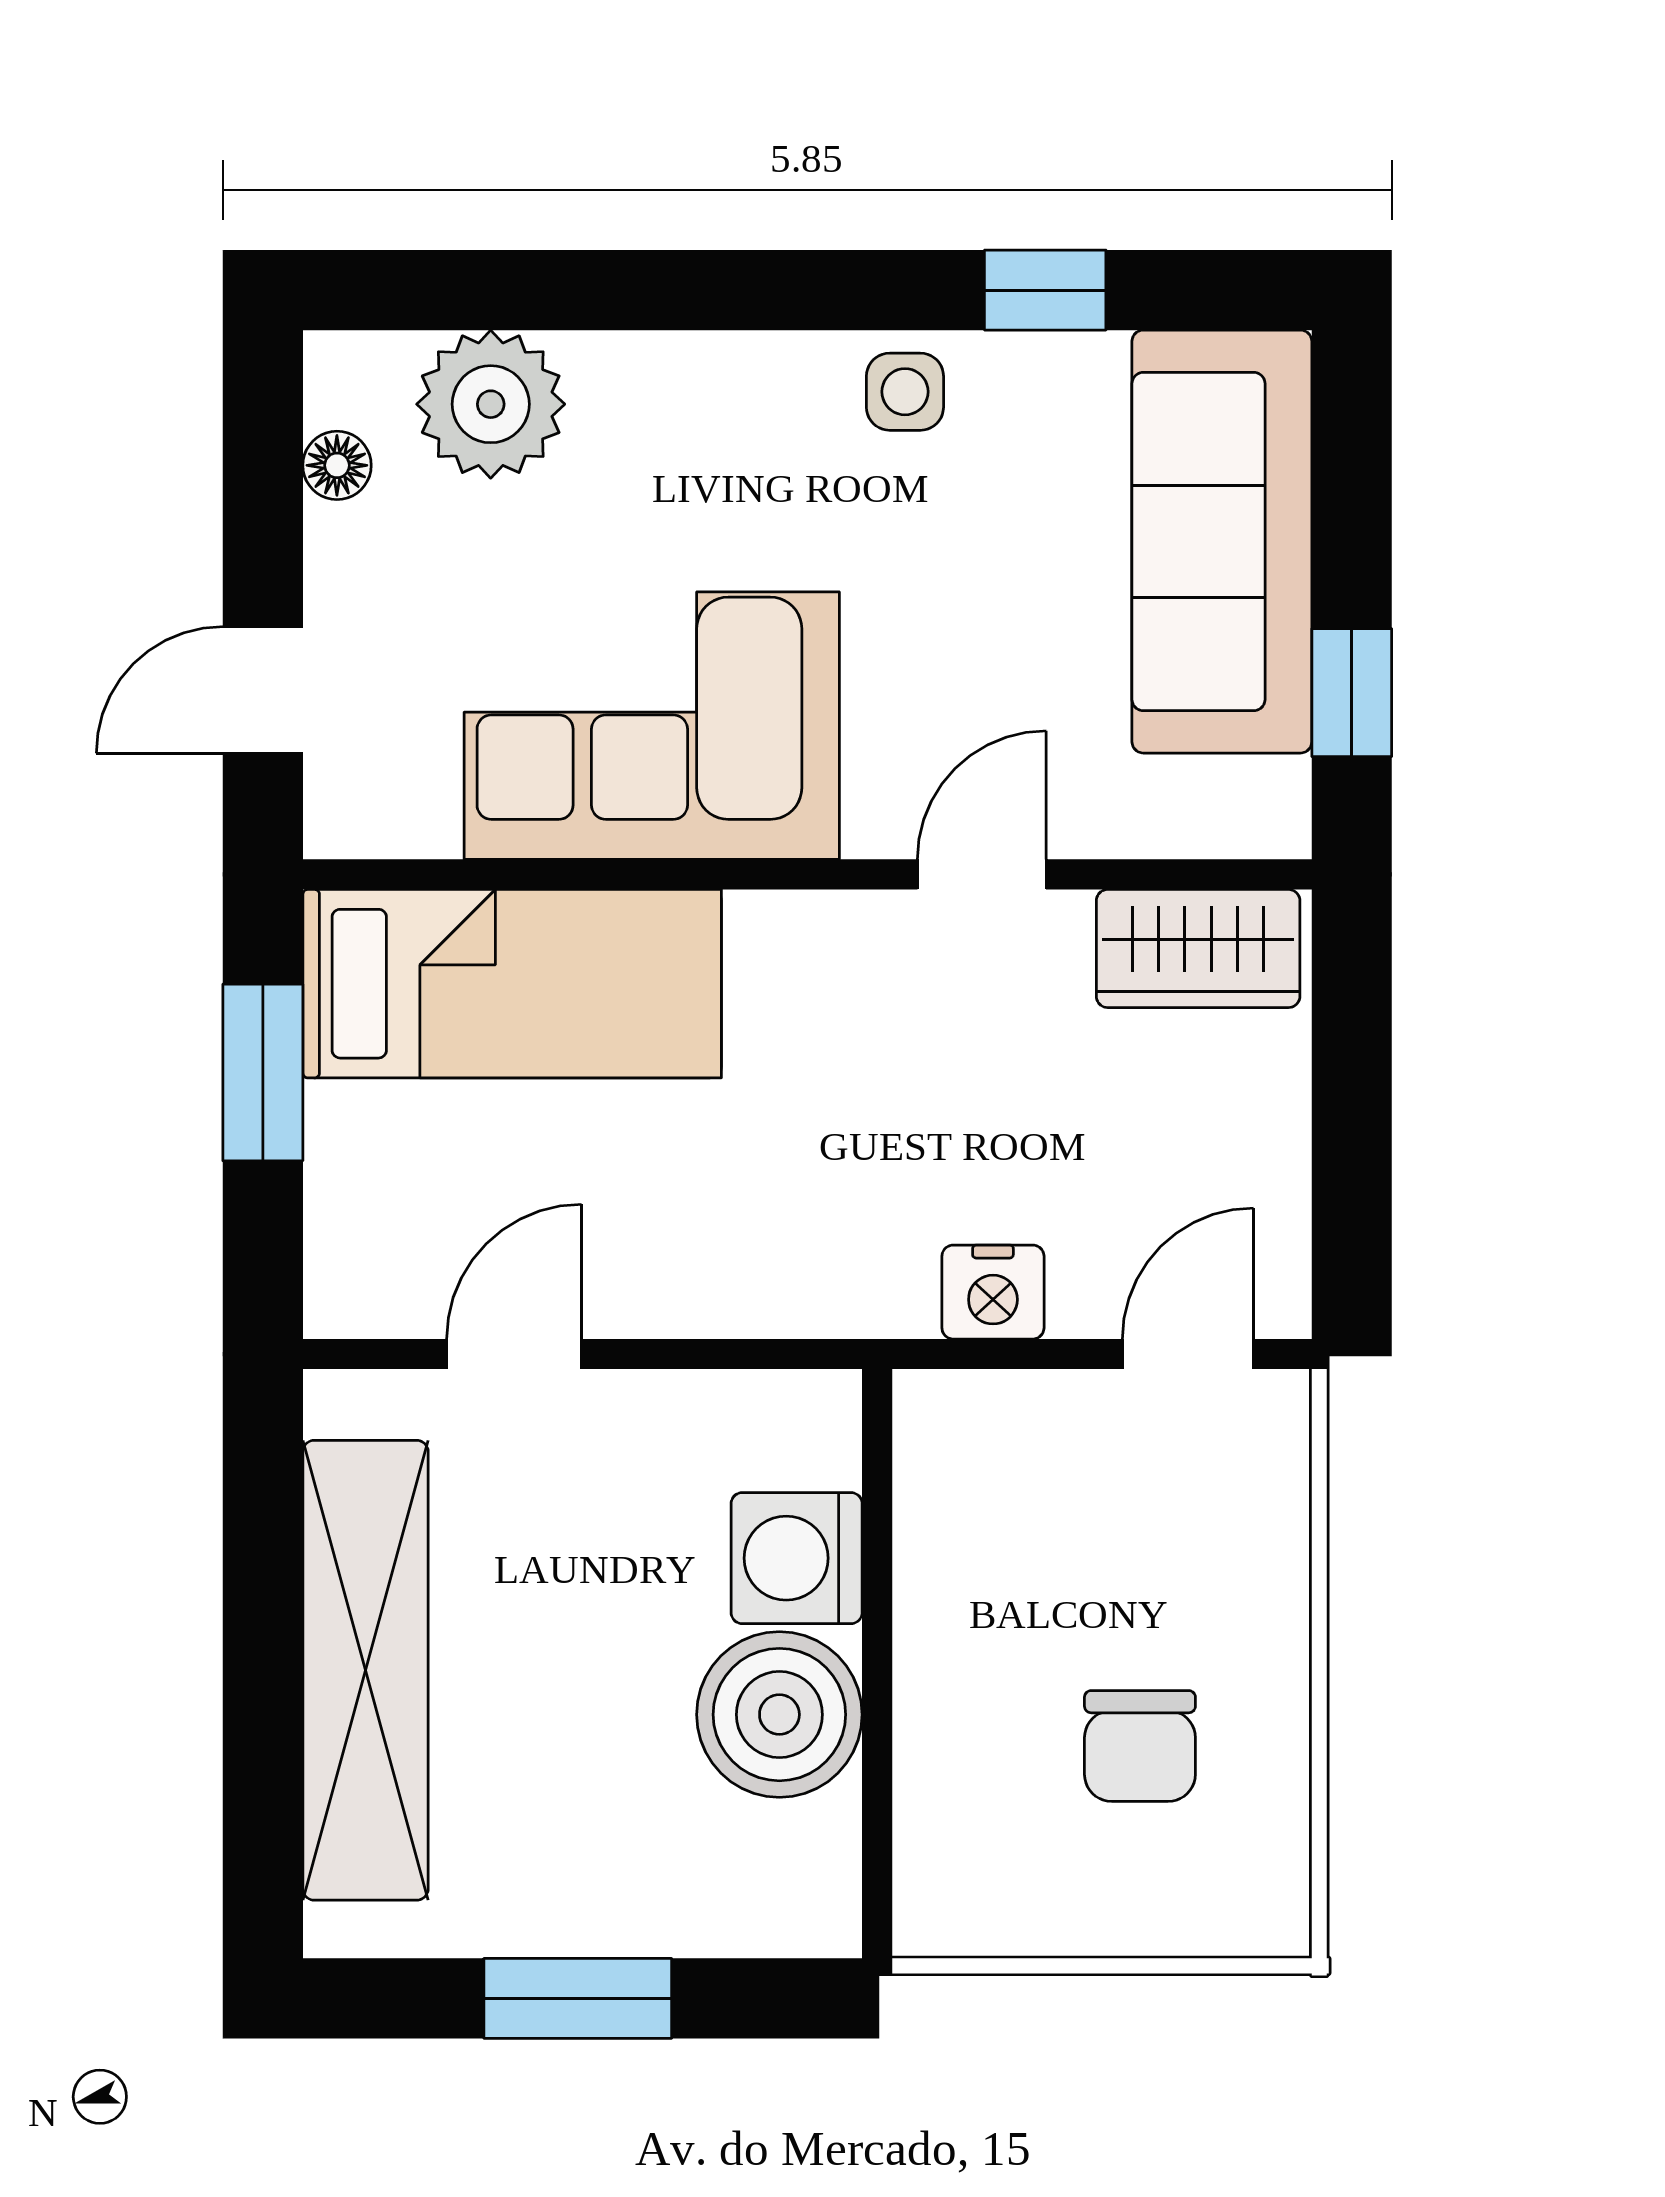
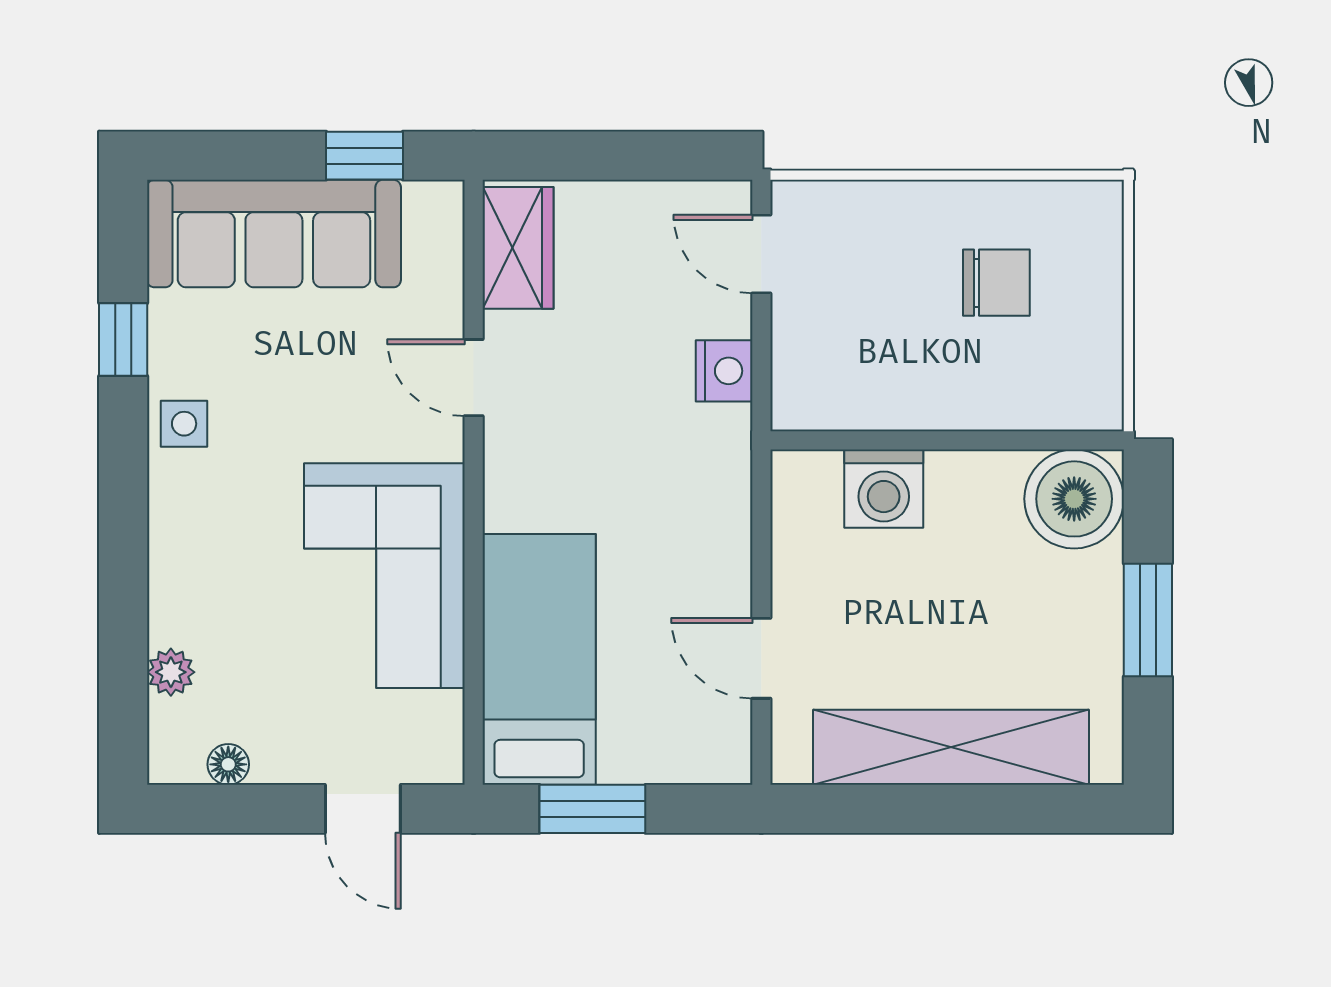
plant: (491, 404) -> (171, 672), width x0.53, depth x0.53
boiler: (779, 1715) -> (1074, 499), moved

